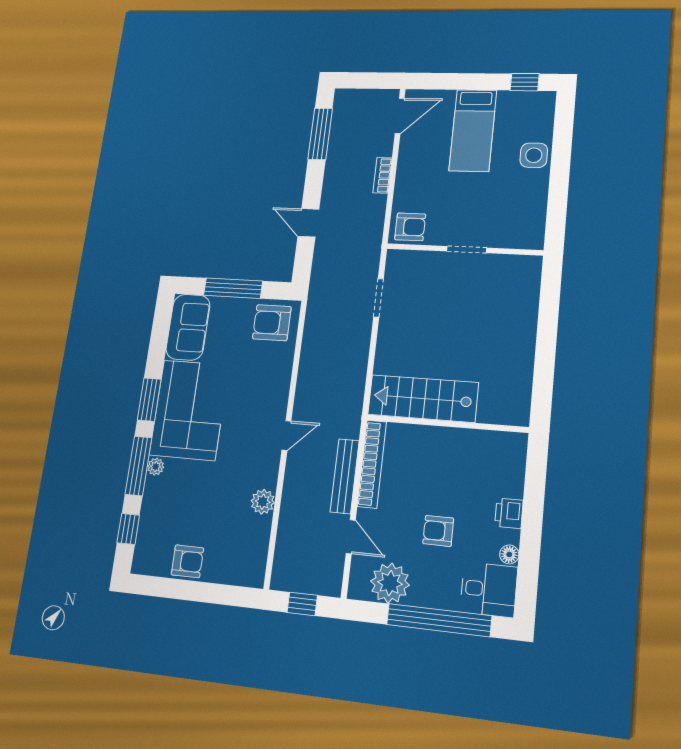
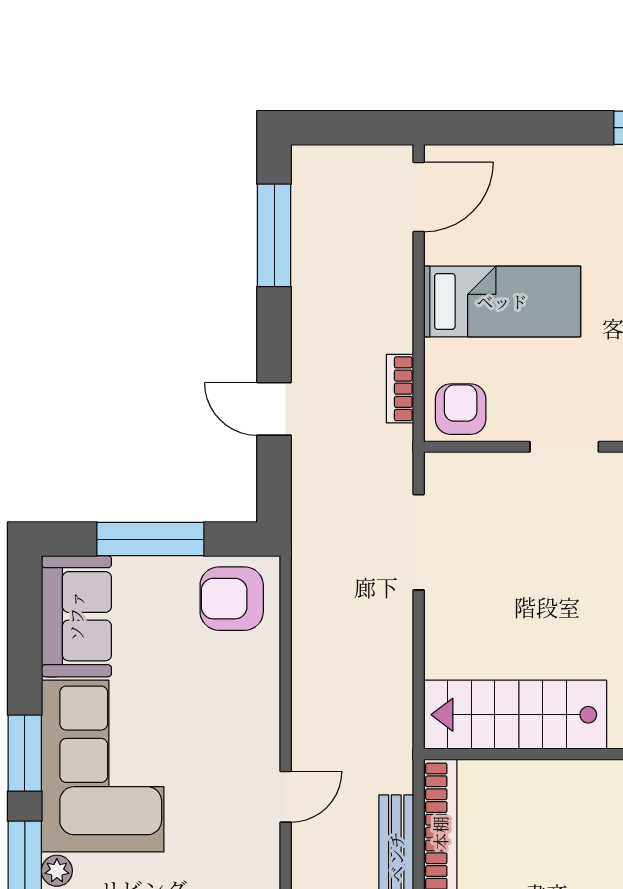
bed: (473, 130) -> (502, 301), moved, turned -90
bookcase: (383, 175) -> (400, 389), moved
armchair: (410, 227) -> (461, 409), turned -90
doorway: (379, 298) -> (419, 542), width x1.38

